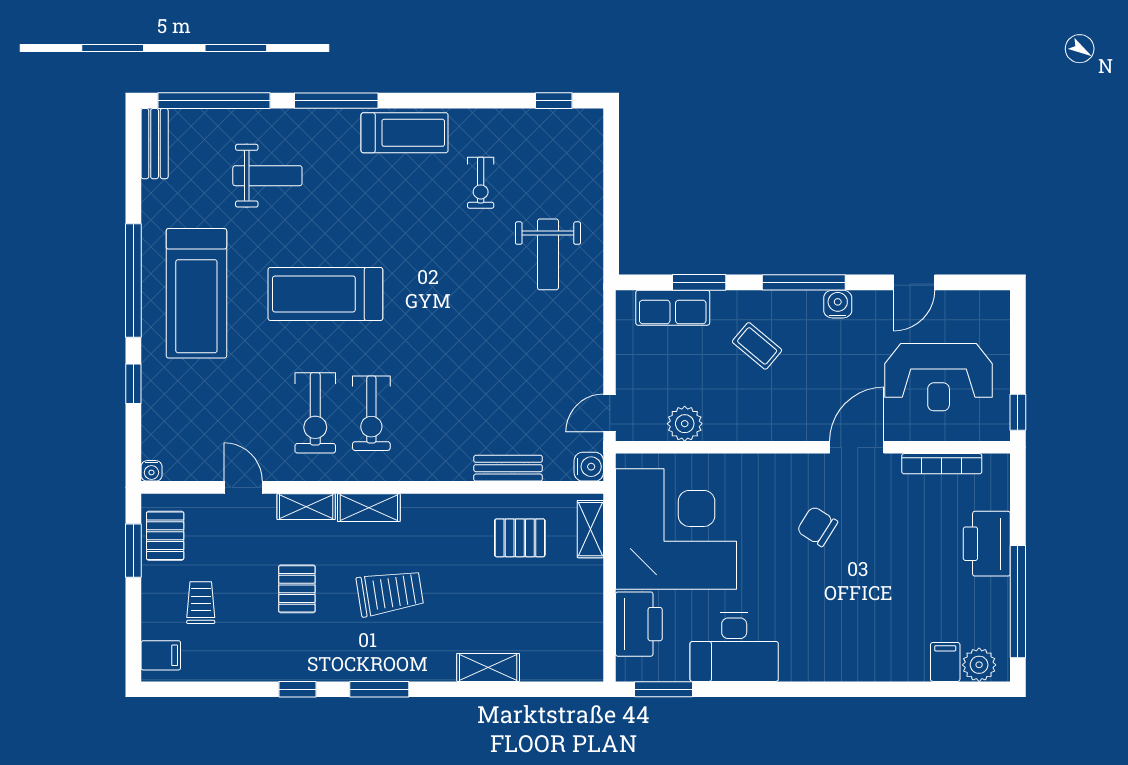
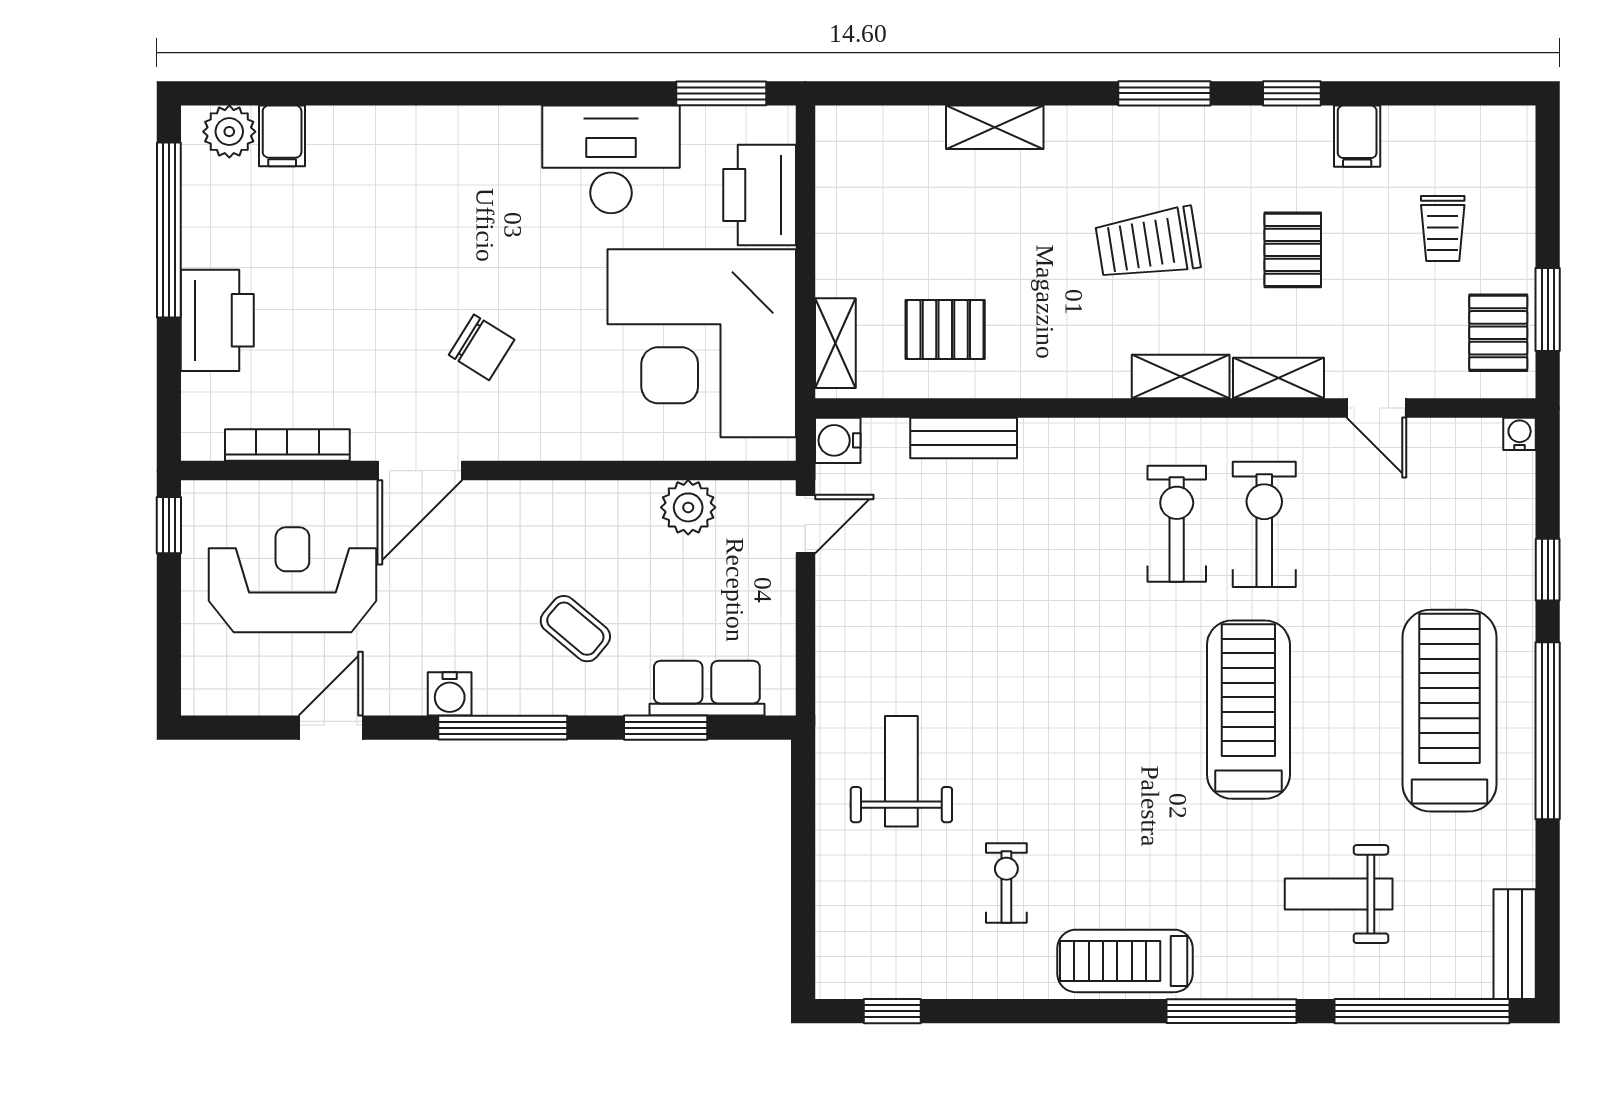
treadmill: (325, 294) -> (1248, 710), turned -90
filing cabinet: (161, 655) -> (1357, 136), moved, turned -90

